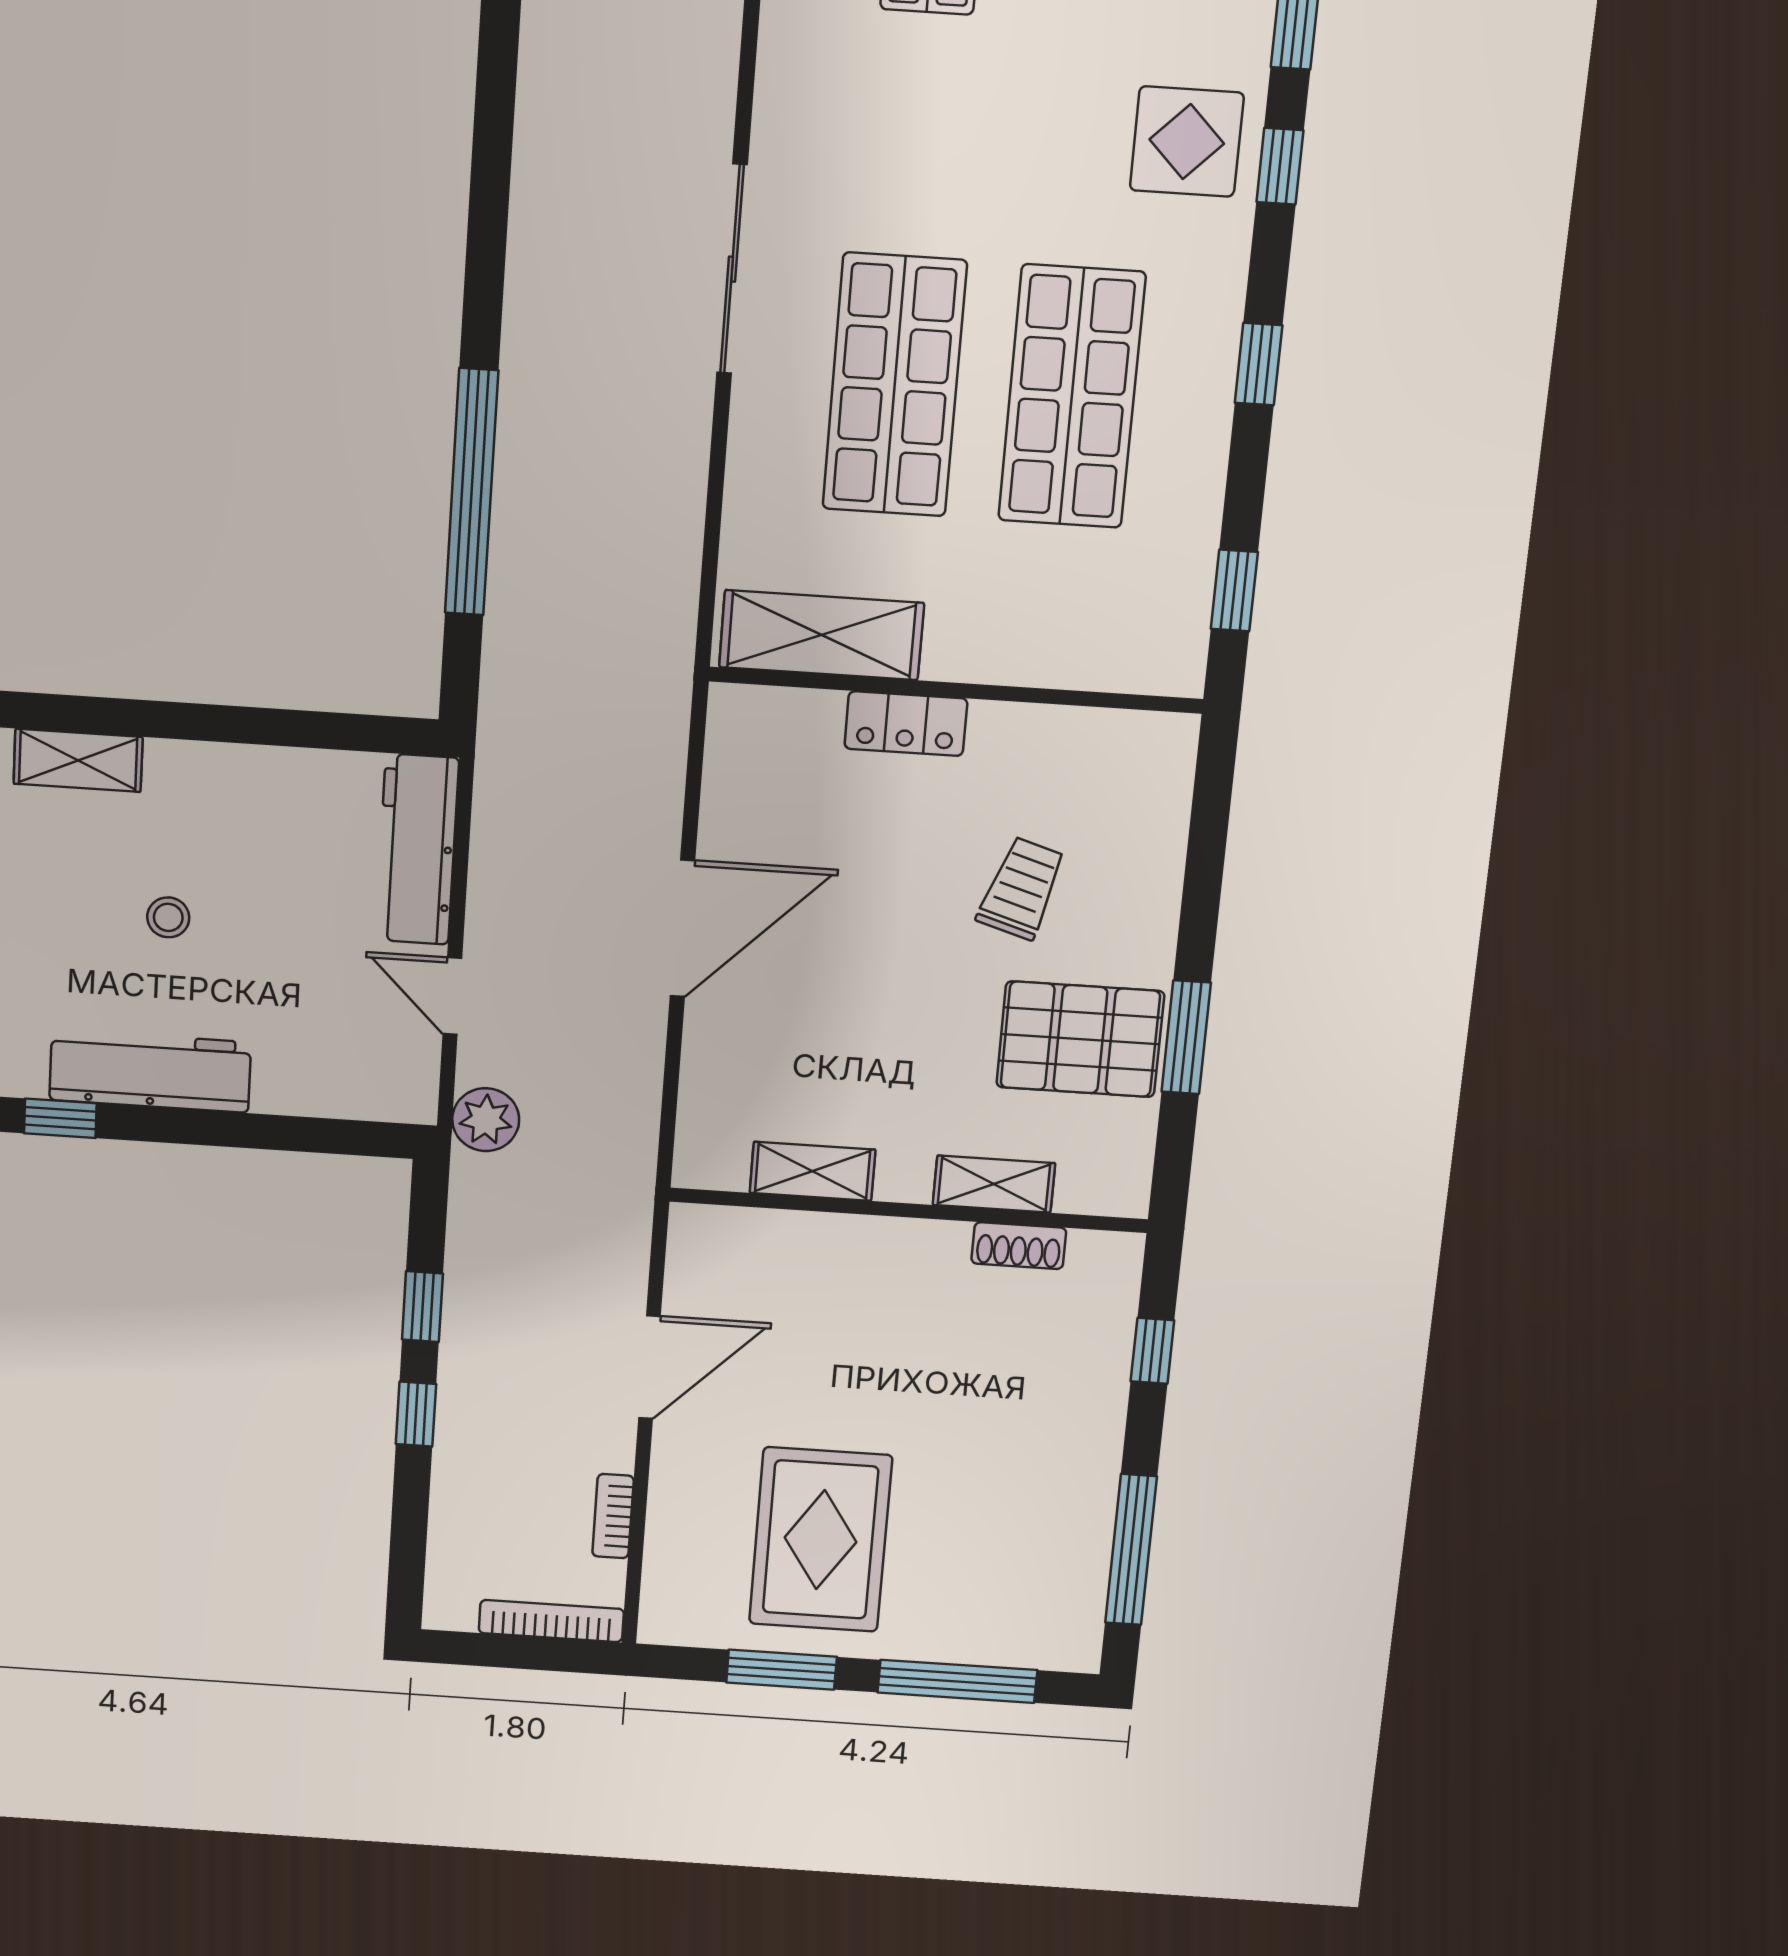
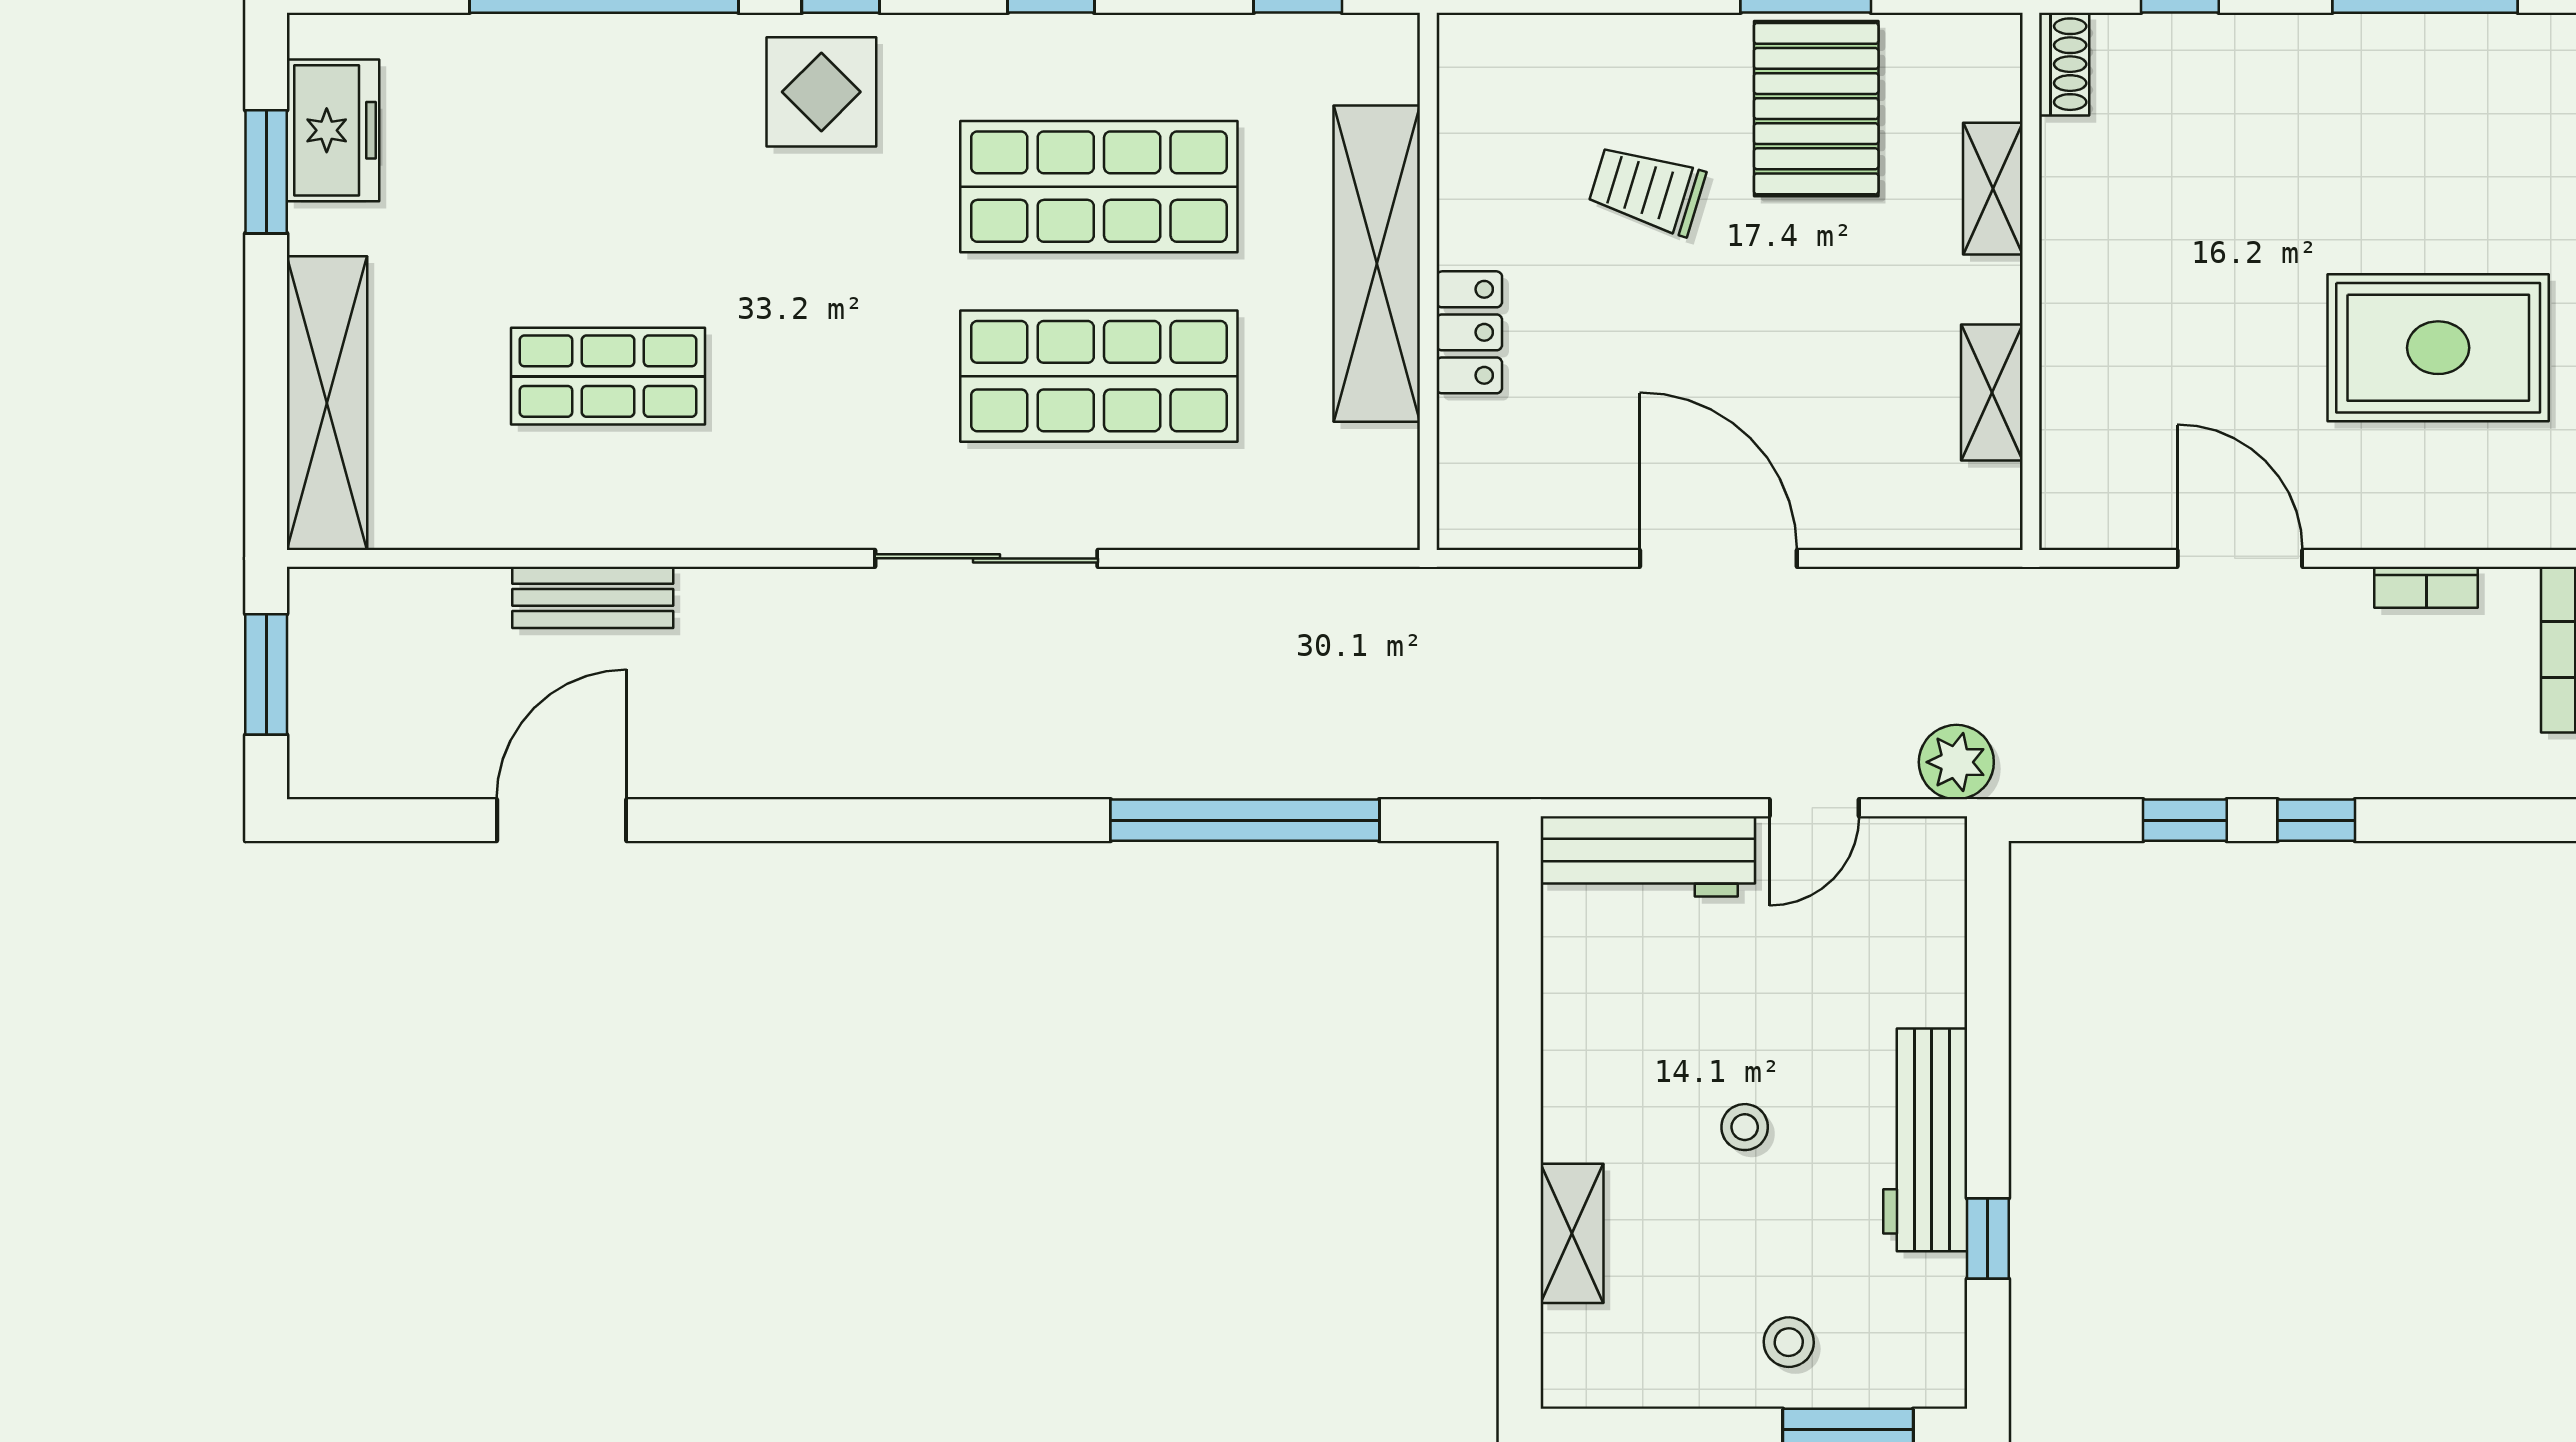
shelving: (821, 635) -> (1377, 264), moved, width x1.47
shoe rack: (1019, 1246) -> (2064, 64), moved

